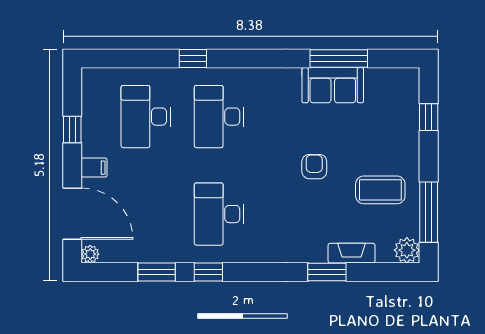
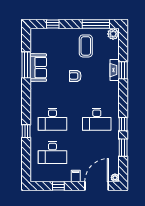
fireplace: (352, 253) -> (115, 70), moved

